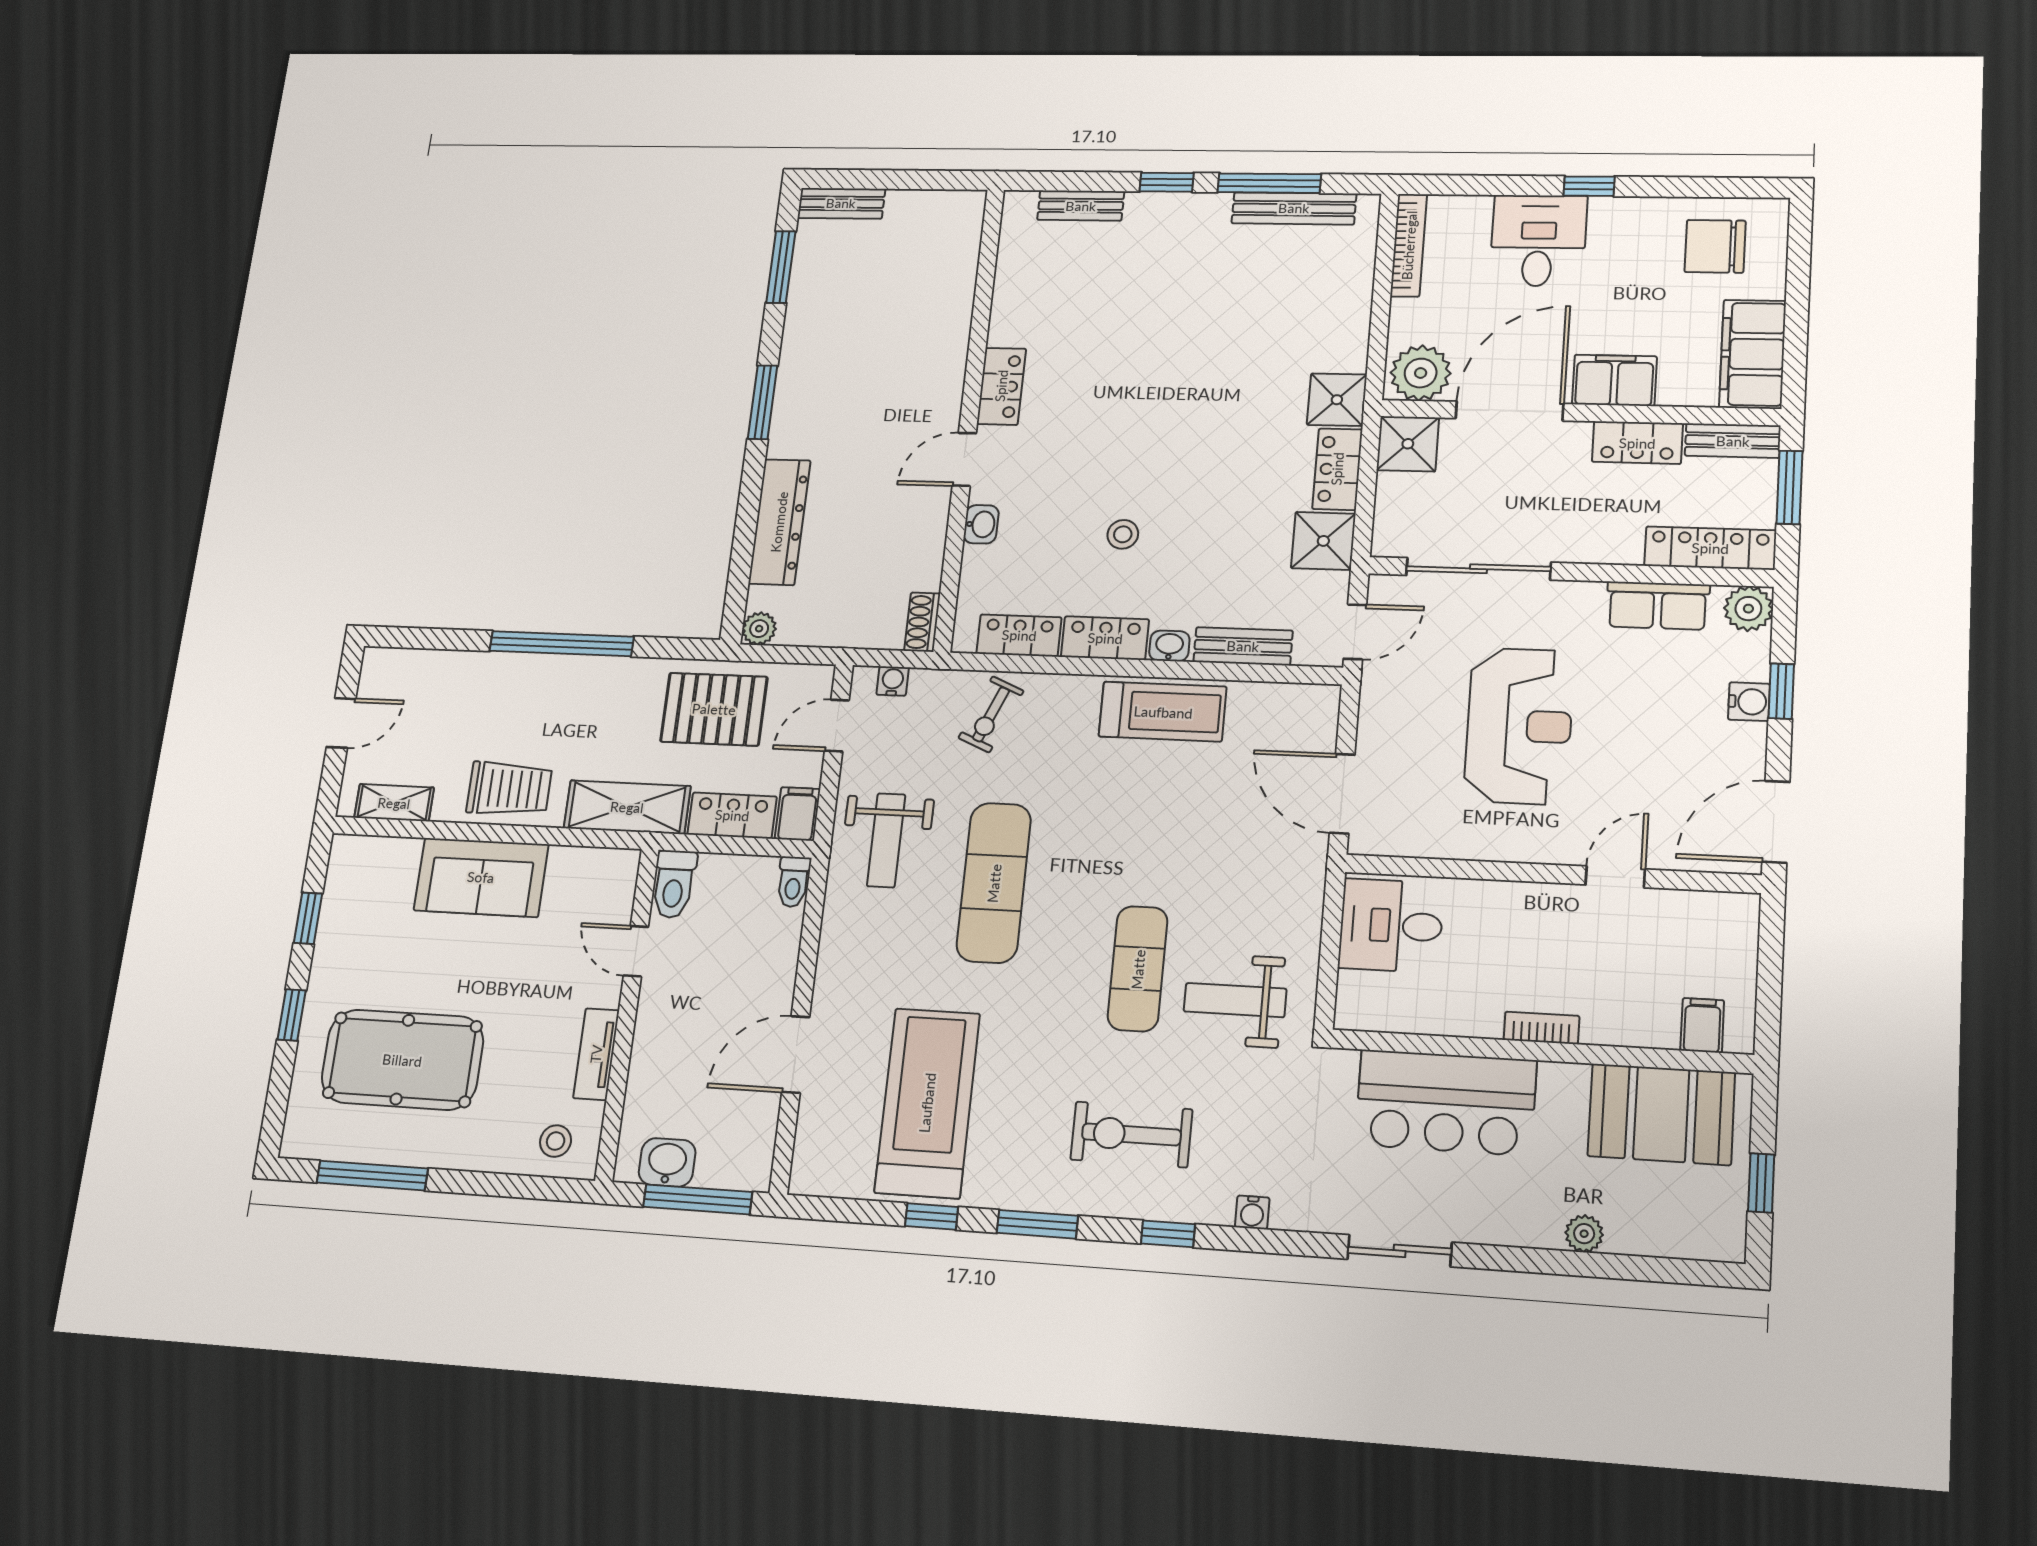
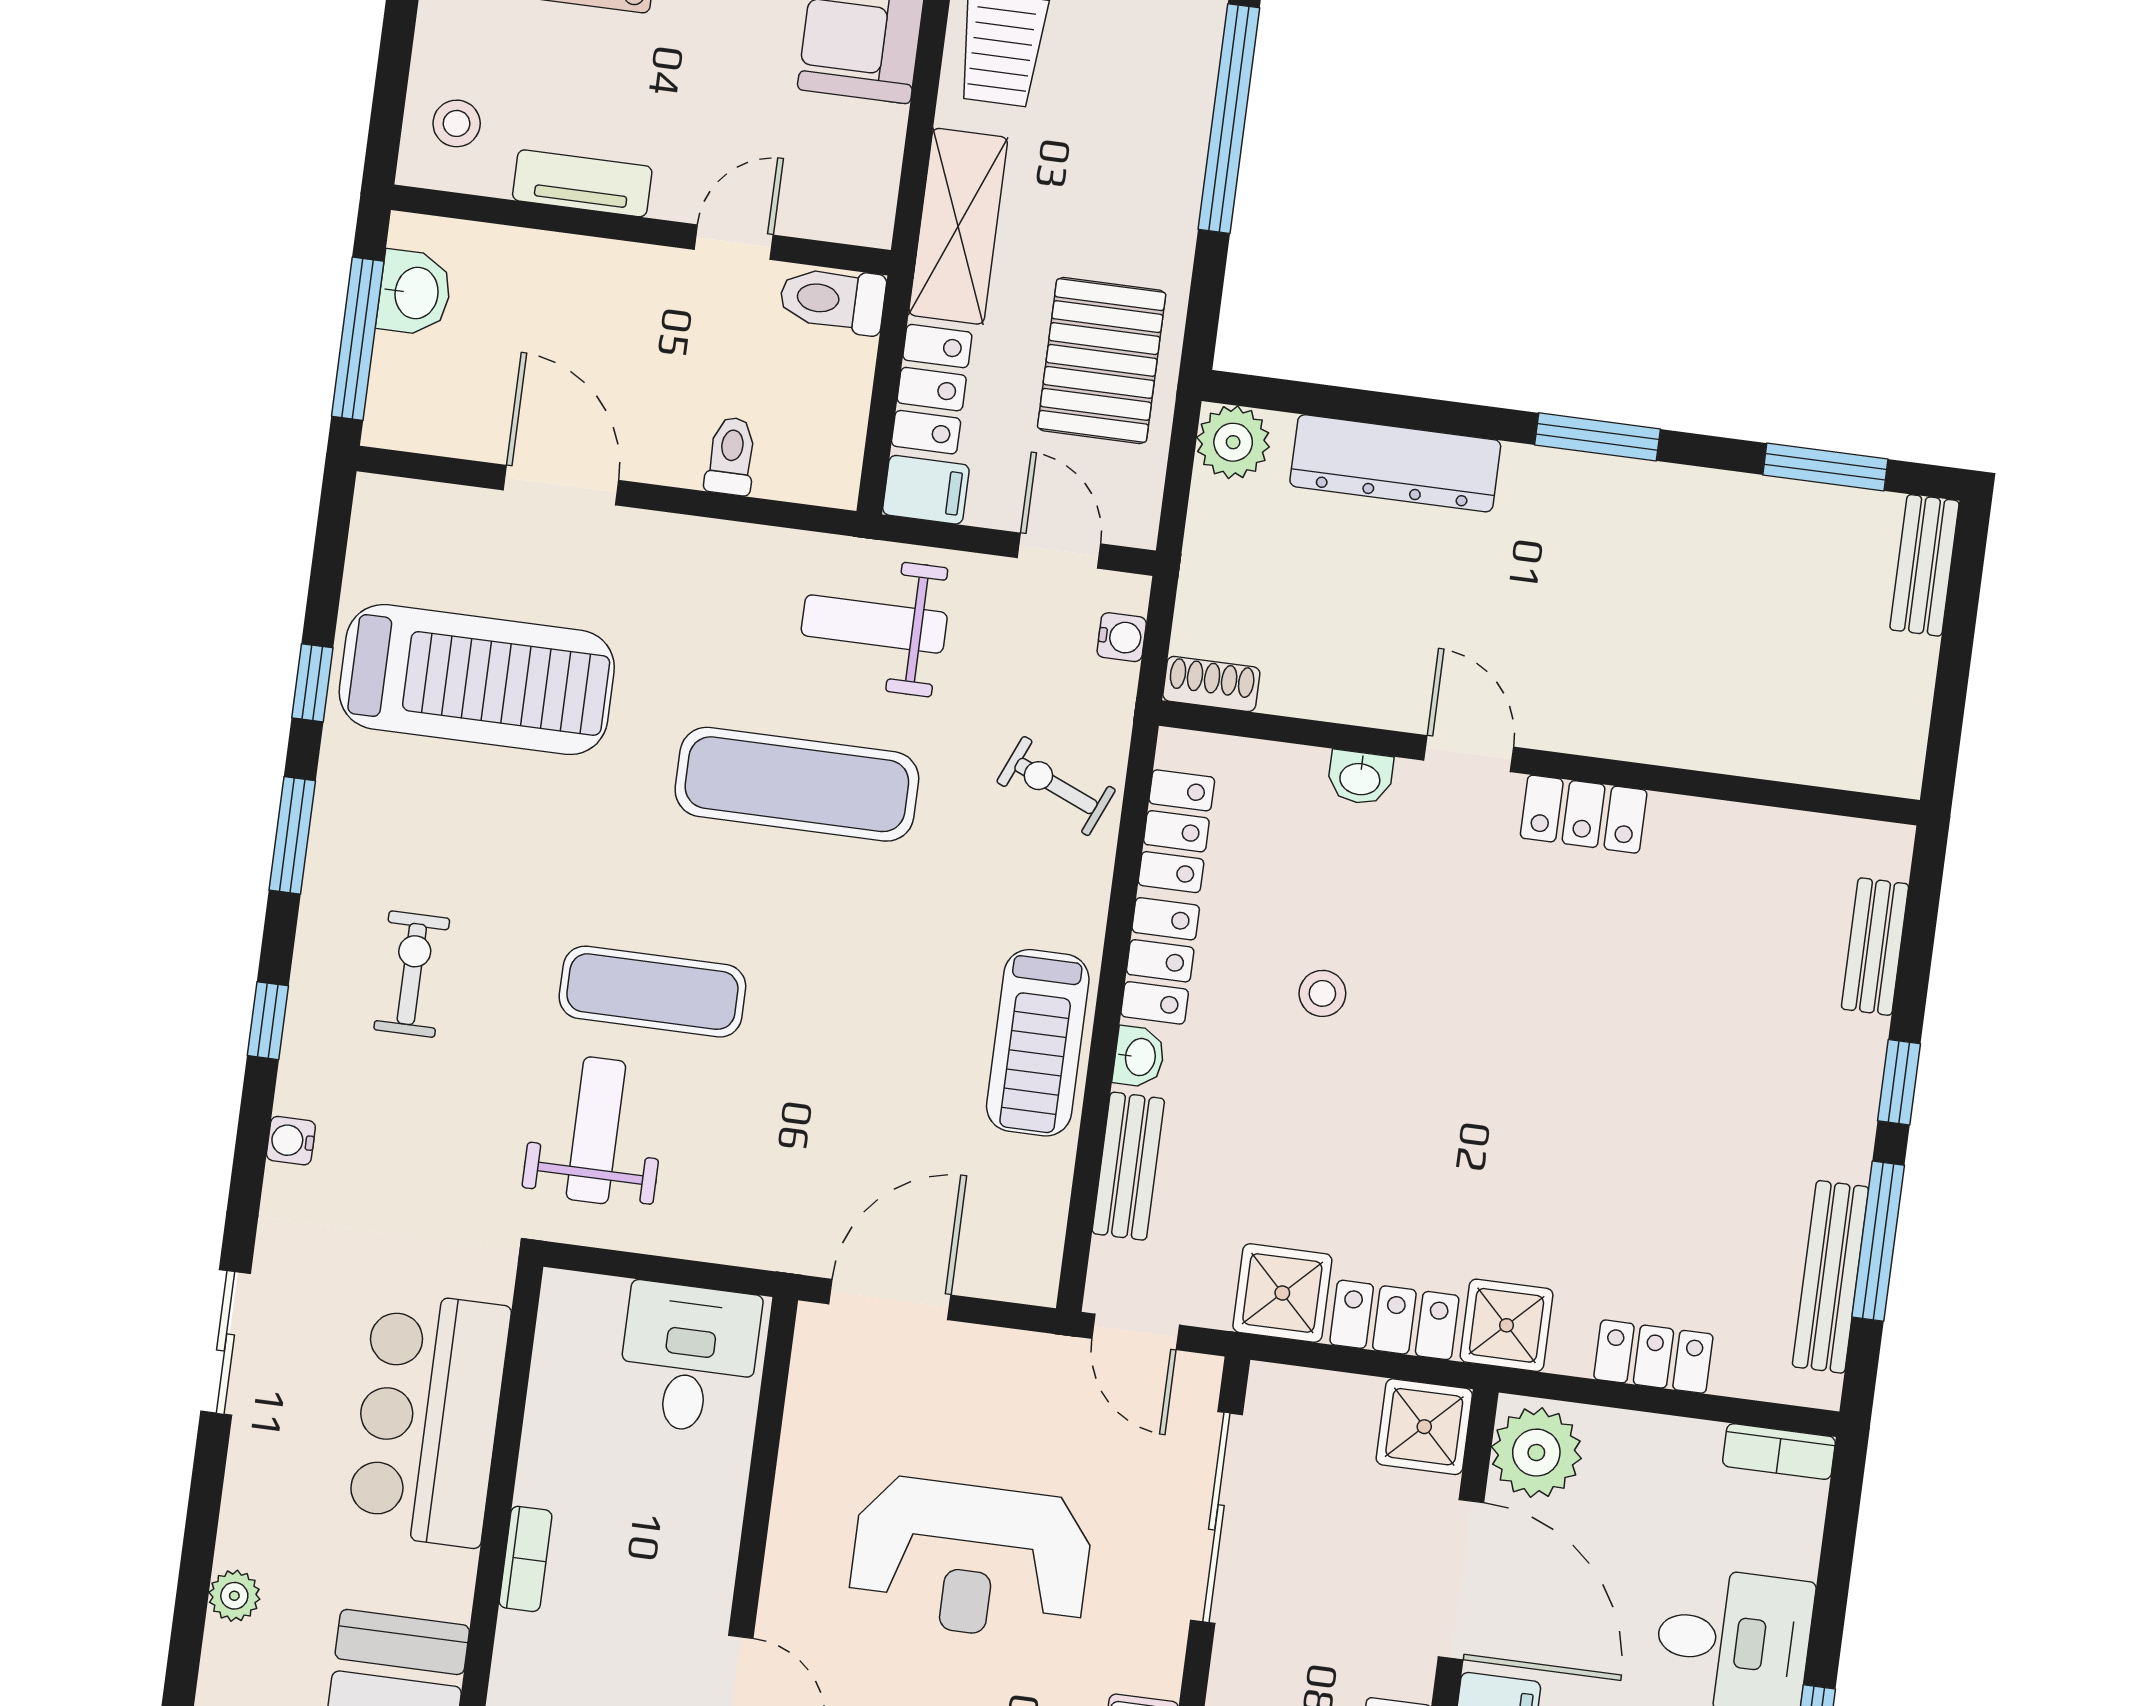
bookcase: (1409, 245) -> (1779, 1452), width x0.64
locker: (1352, 308) -> (1653, 1357), added
plant: (759, 629) -> (1233, 442), width x1.38, depth x1.38
toilet: (793, 882) -> (731, 456), moved, turned 90
exercise bike: (1131, 1135) -> (412, 974), width x0.73, depth x0.72

